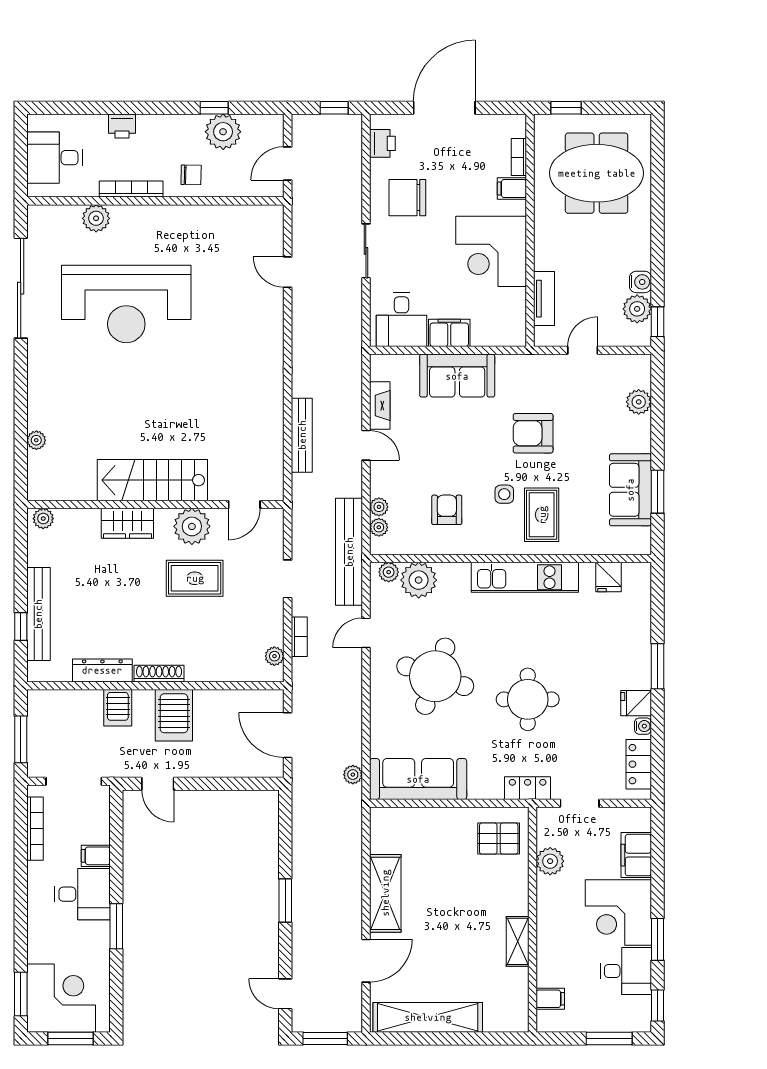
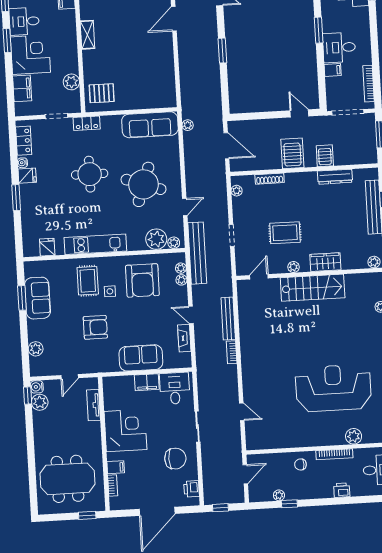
plant: (223, 132) -> (279, 495), width x0.53, depth x0.53
water cooler: (640, 282) -> (37, 387), moved
armchair: (447, 510) -> (142, 280), width x1.88, depth x1.88
plant: (192, 526) -> (293, 267), width x0.53, depth x0.53
bookcase: (299, 637) -> (232, 352), moved
shoe rack: (159, 674) -> (270, 179), moved
shelving: (385, 893) -> (165, 58), removed

